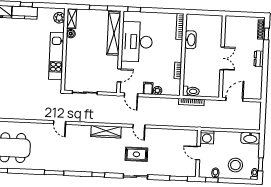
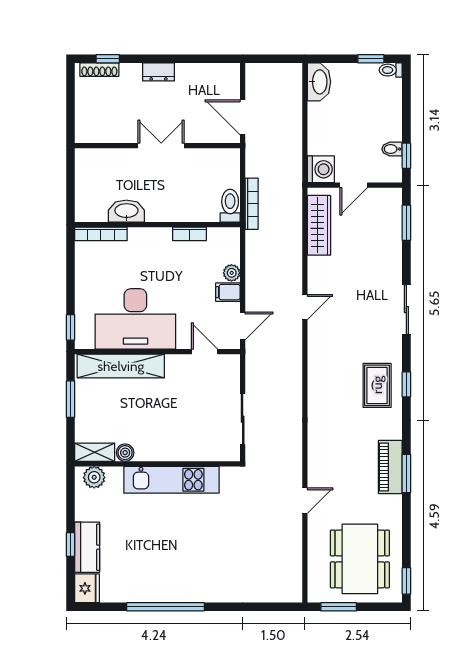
door: (60, 123) -> (305, 501), moved
wardrobe: (106, 132) -> (319, 225), moved
rug: (136, 154) -> (377, 385), moved
piano: (58, 165) -> (390, 467), added
stool: (235, 165) -> (374, 109), removed

